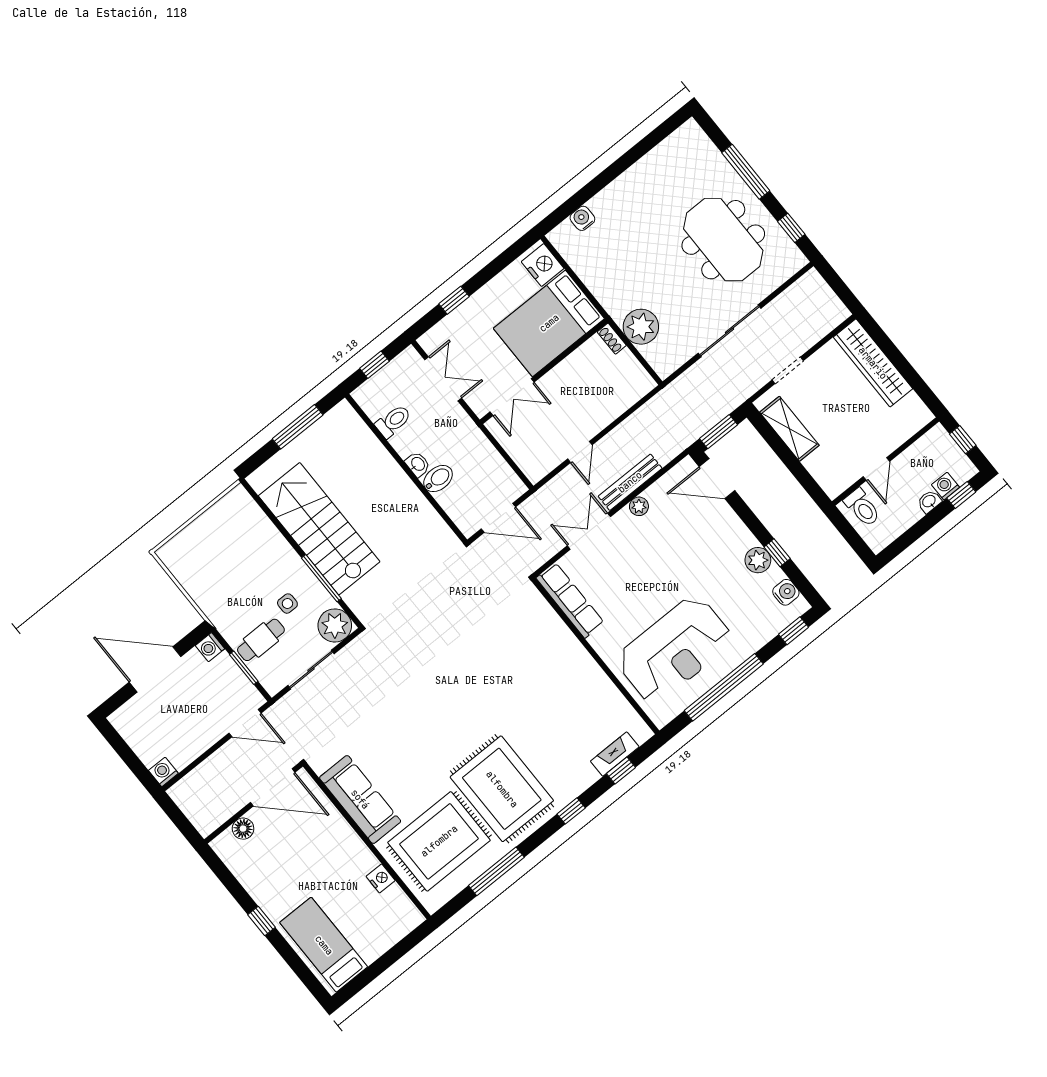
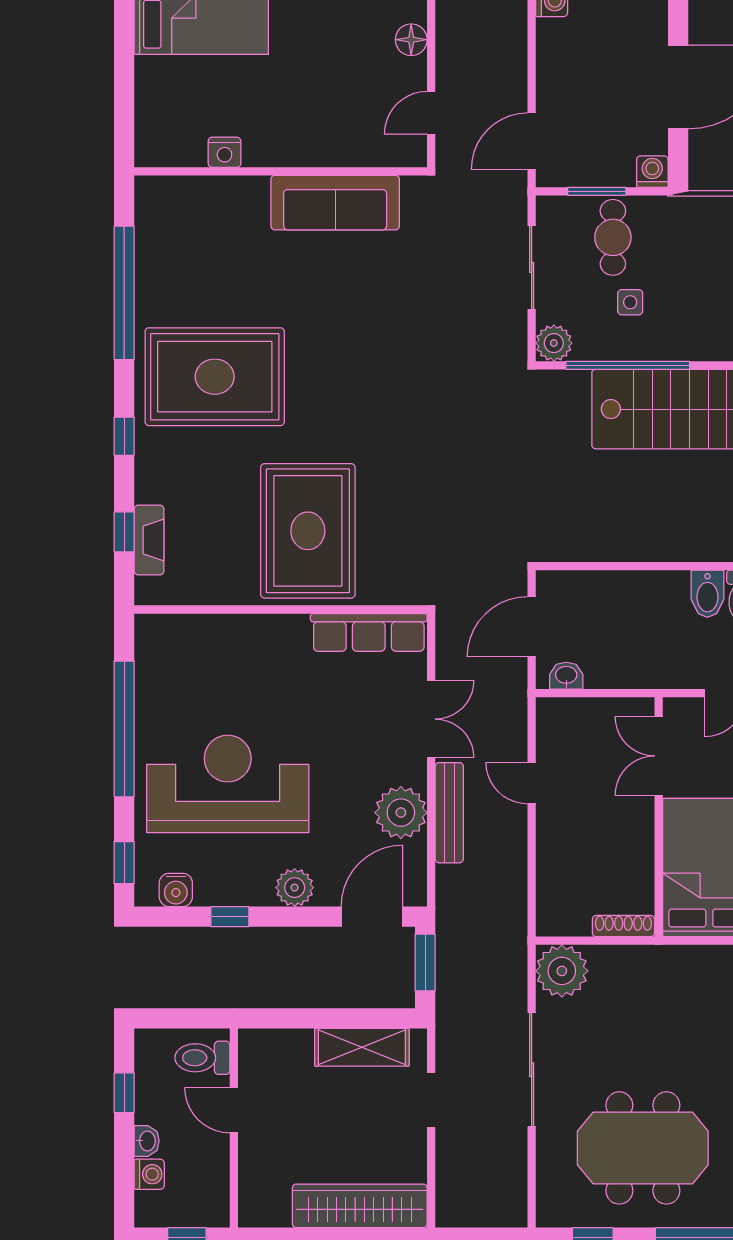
plant: (641, 327) -> (562, 971), moved
shoe rack: (612, 339) -> (623, 926), width x1.43
washbasin: (418, 464) -> (566, 676), moved, turned 180
bidet: (438, 479) -> (707, 594), moved
window: (961, 495) -> (124, 1093), moved
plant: (639, 506) -> (401, 813), width x1.87, depth x1.87
plant: (758, 560) -> (295, 888), moved
window: (321, 578) -> (628, 365), width x1.46
plant: (335, 625) -> (554, 343), width x0.73, depth x0.73
reception desk: (674, 650) -> (228, 784), moved, turned 90
door: (273, 787) -> (431, 113), width x0.53
rug: (439, 841) -> (308, 531), moved
window: (496, 871) -> (124, 293), width x1.46

